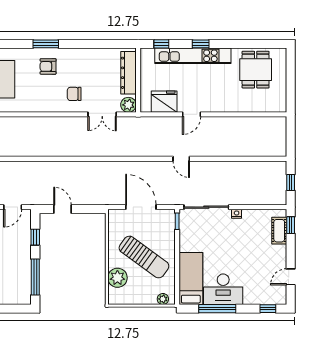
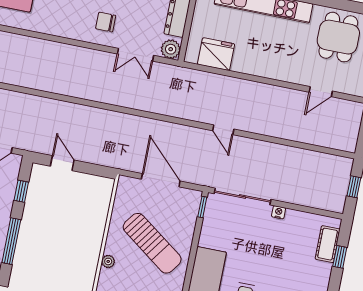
door: (192, 114) -> (321, 92), moved
window: (291, 225) -> (340, 257), moved
plant: (117, 278) -> (108, 261), width x0.53, depth x0.53

